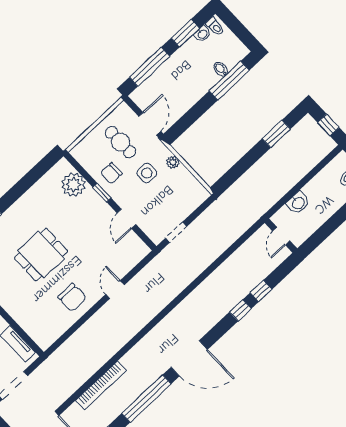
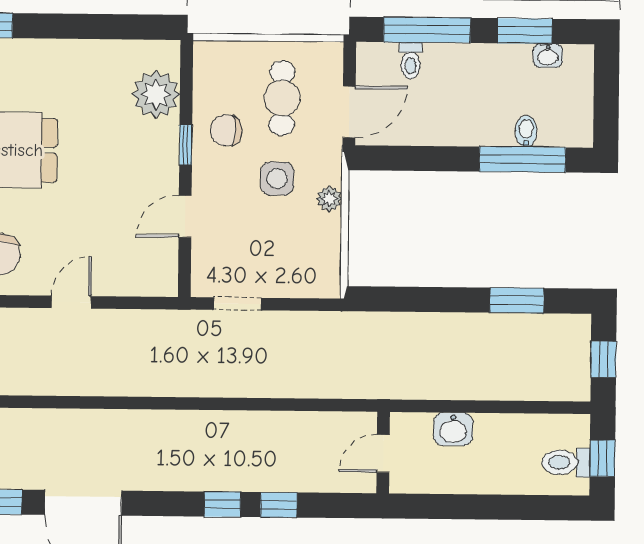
toilet: (215, 27) -> (411, 61), moved

